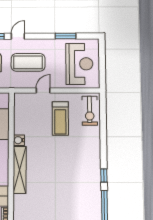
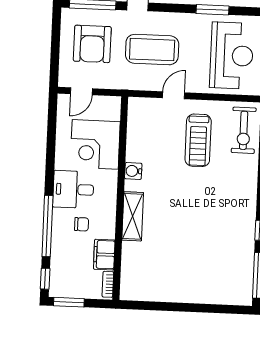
shelving: (20, 170) -> (133, 216), width x0.68

